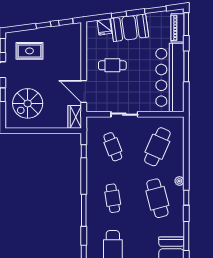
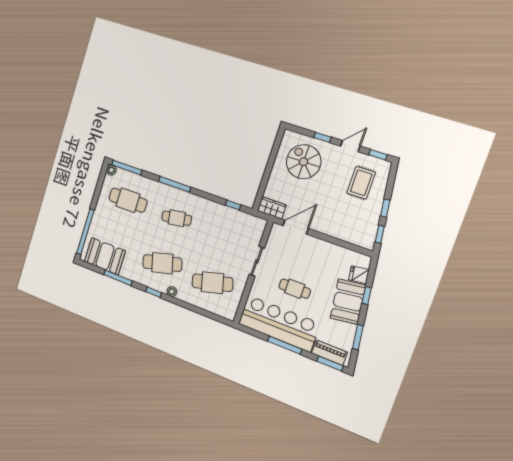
cafe table: (112, 65) -> (295, 289), moved, turned 90
cafe table: (113, 147) -> (228, 237), removed
cafe table: (157, 147) -> (212, 283), turned -39

